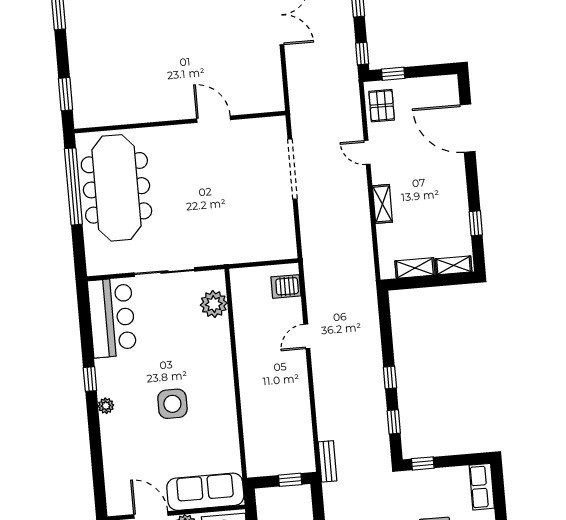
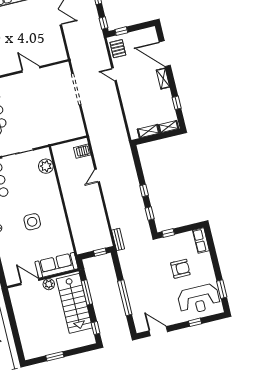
shelving: (382, 204) -> (163, 79), moved

